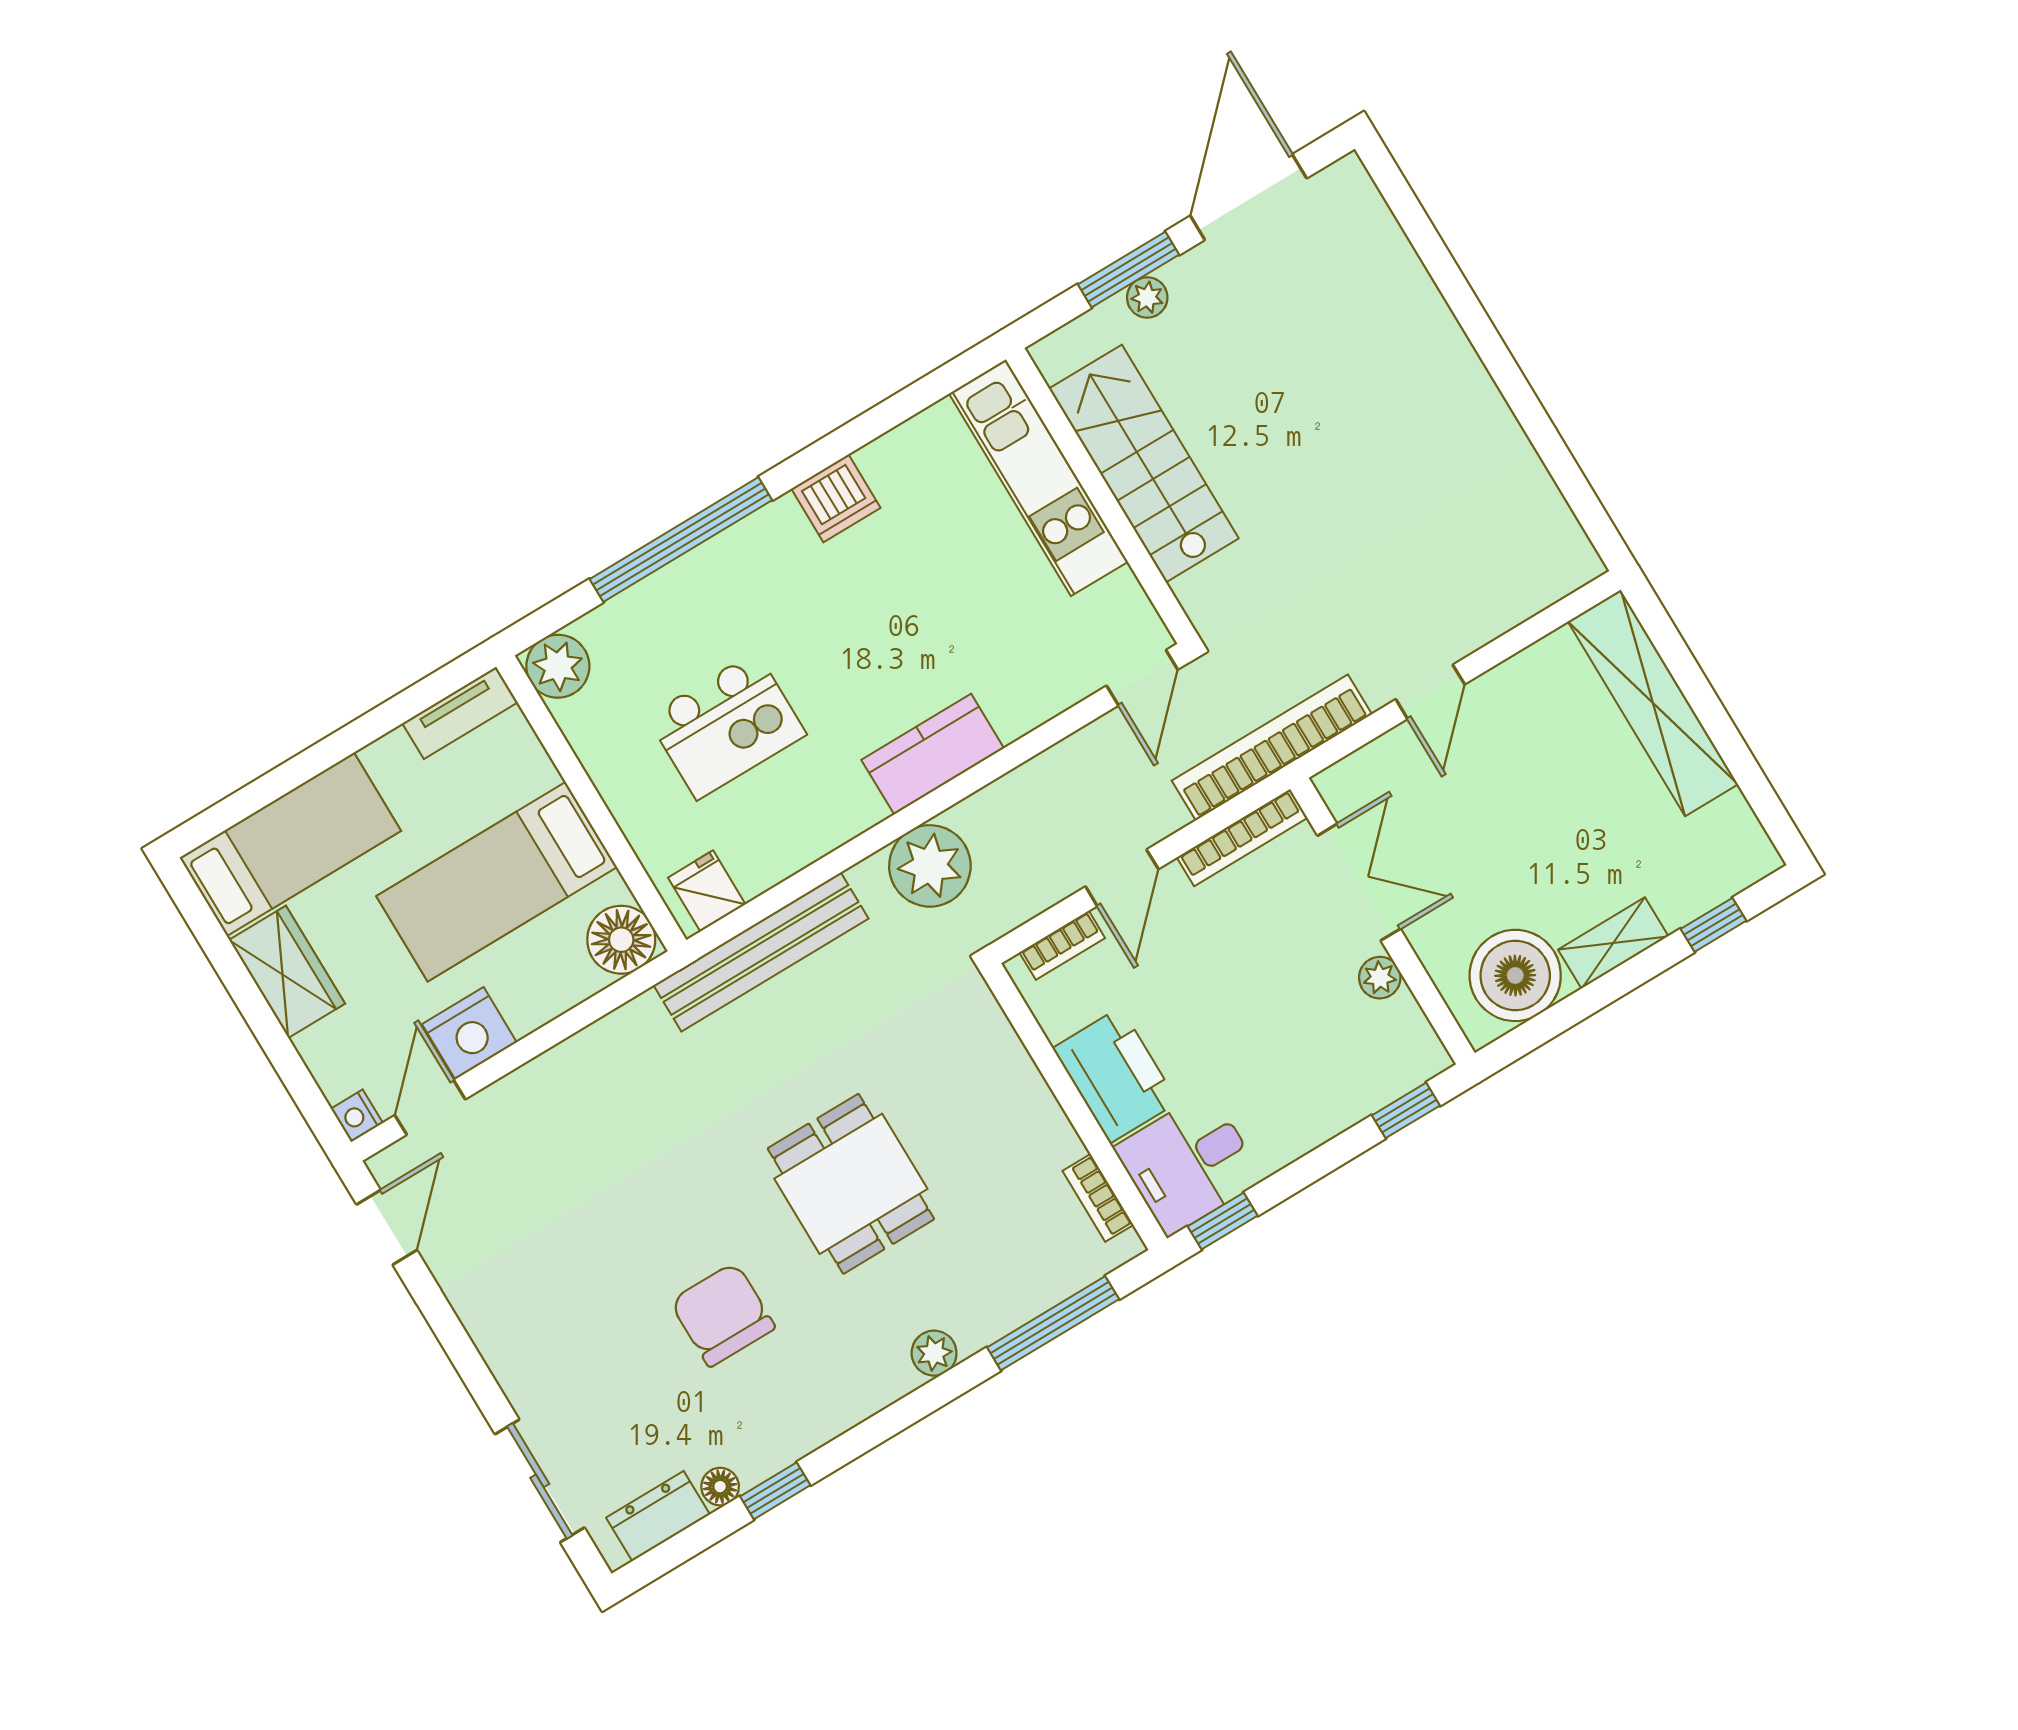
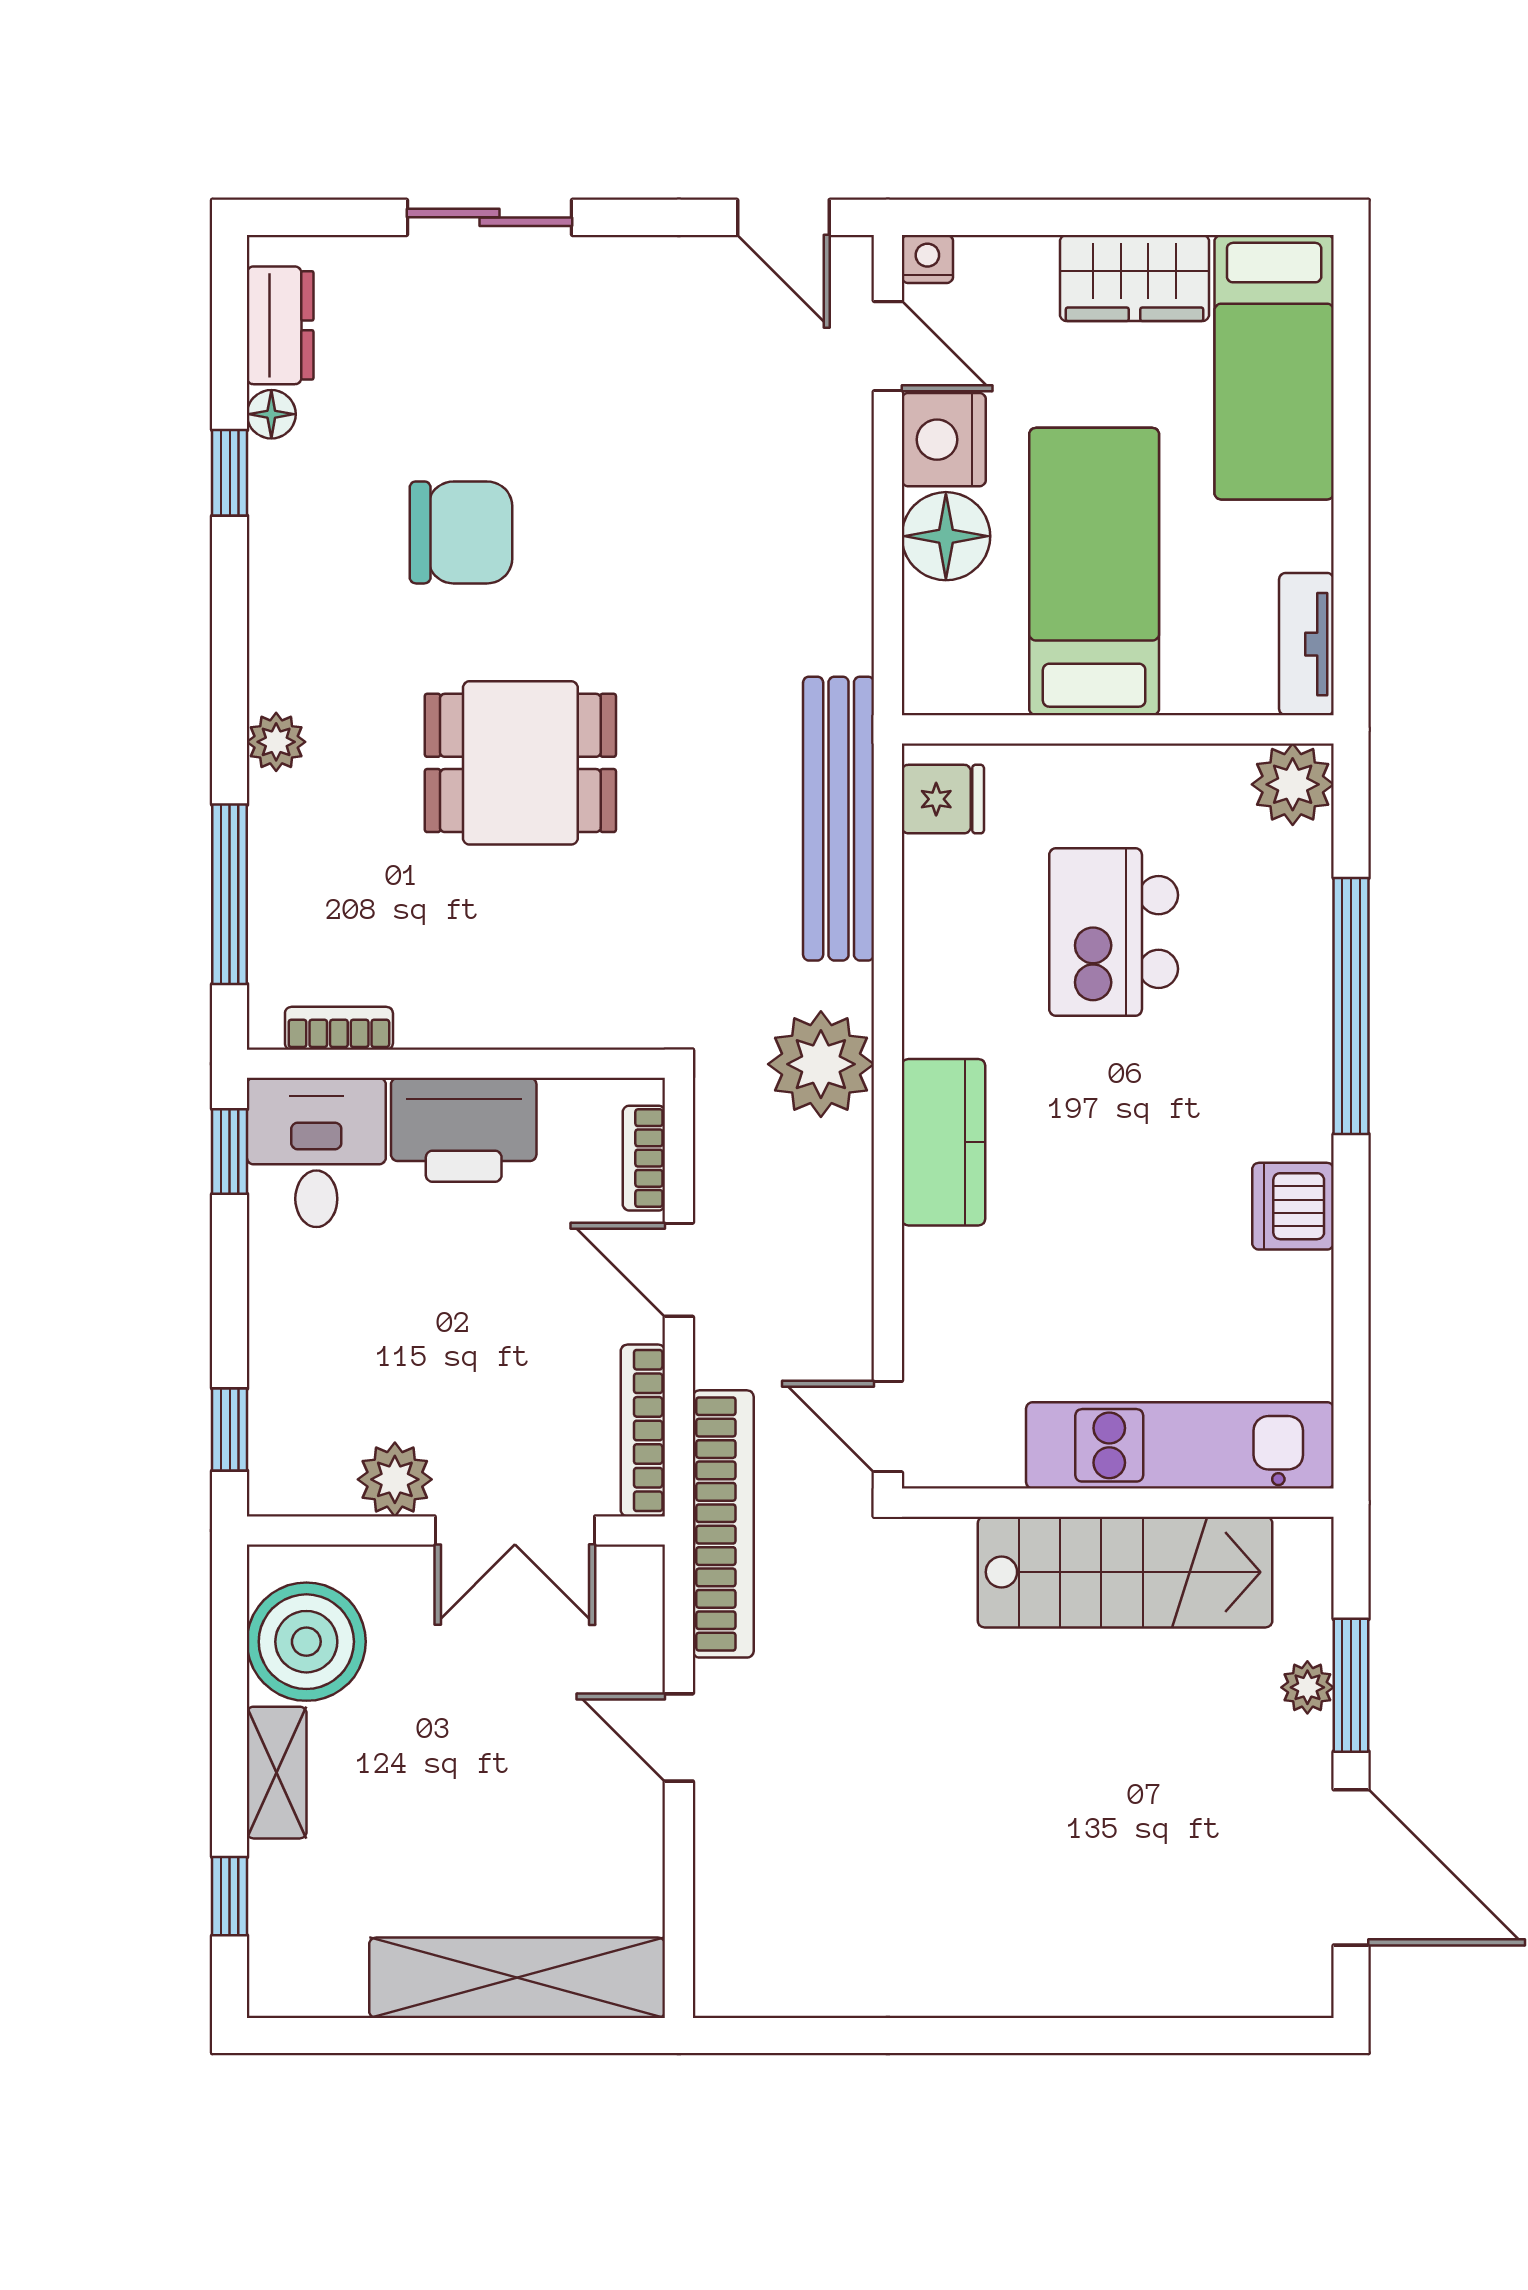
floor lamp: (621, 940) -> (946, 536), moved
plant: (1380, 978) -> (395, 1479), width x1.38, depth x1.38
sliding door: (540, 1481) -> (489, 217), moved

